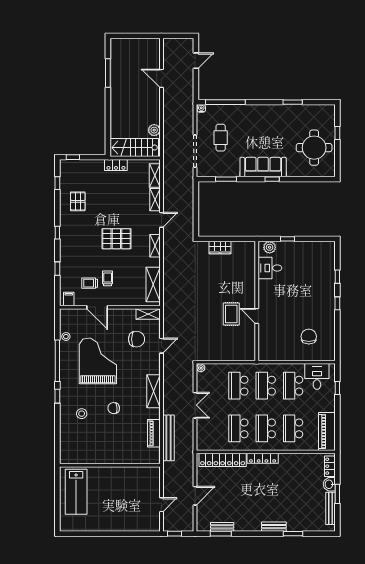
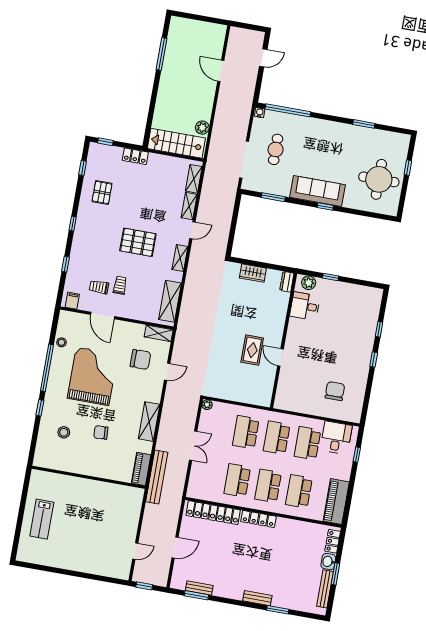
locker: (116, 165) -> (135, 156), moved
dresser: (251, 250) -> (287, 282), added
wall: (110, 465) -> (88, 477), moved
lab bench: (76, 492) -> (42, 519), width x0.73, depth x0.72

